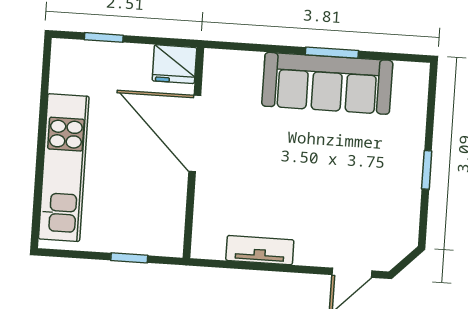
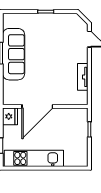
kitchen unit: (64, 168) -> (34, 158), moved

